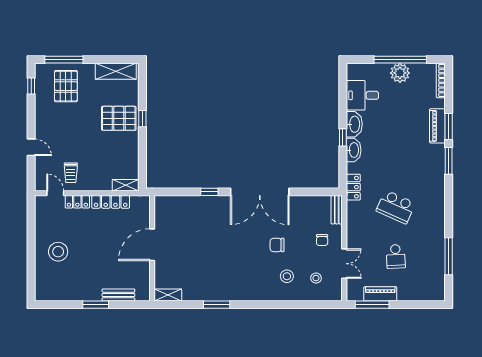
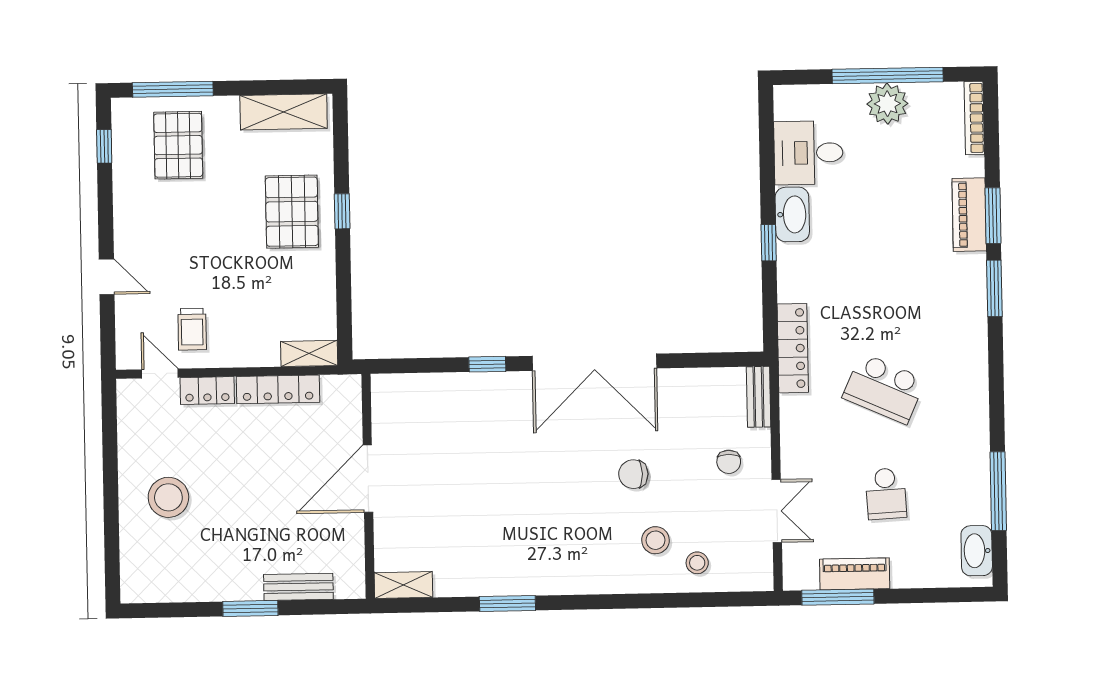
pallet: (119, 118) -> (292, 212), turned 90
washbasin: (354, 150) -> (977, 551), moved, turned 180
locker: (353, 187) -> (793, 348), width x1.53
stool: (316, 278) -> (697, 563), moved

